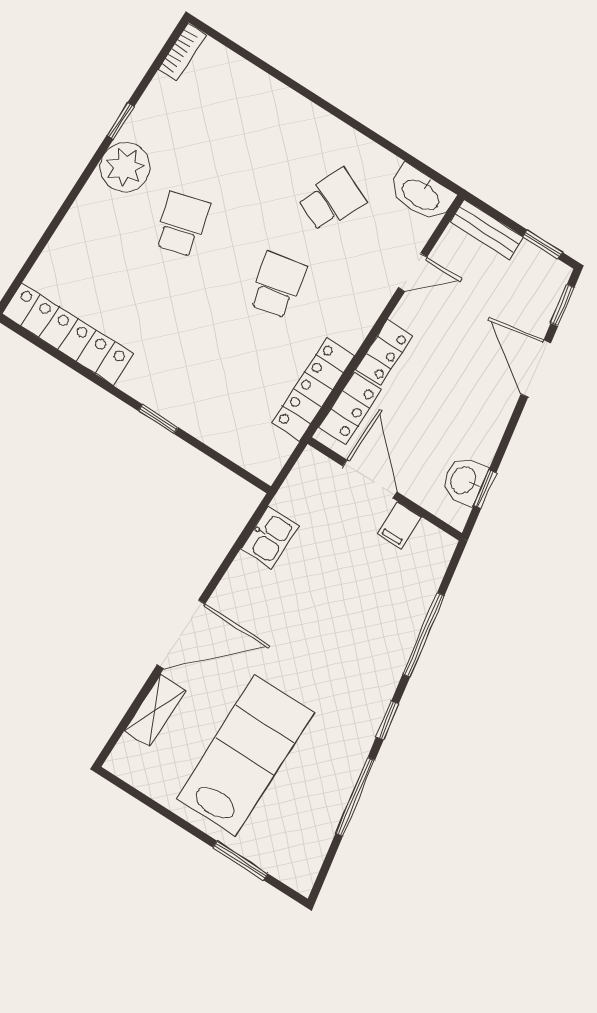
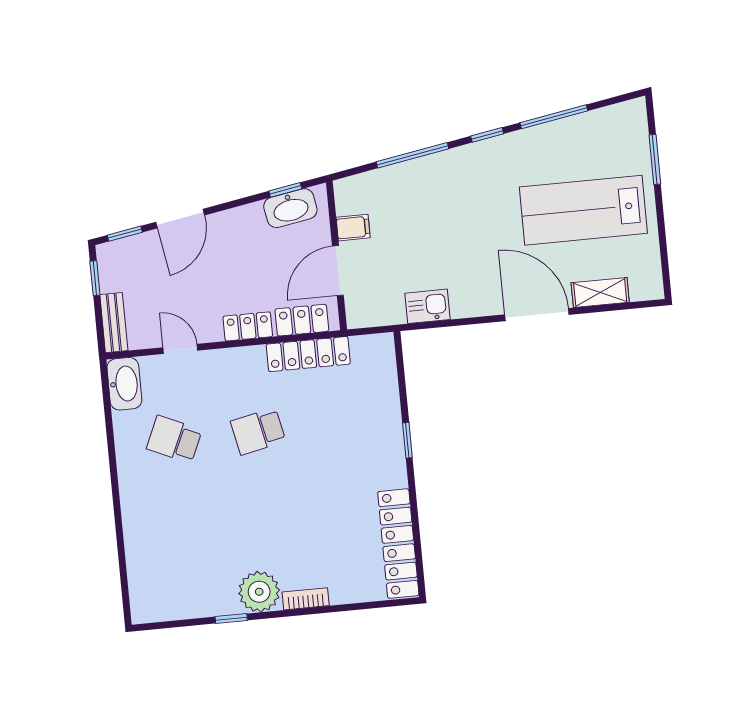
bookcase: (182, 52) -> (306, 599), moved
school desk: (182, 224) -> (267, 525), removed
washbasin: (464, 481) -> (290, 208), width x1.38

